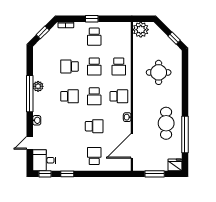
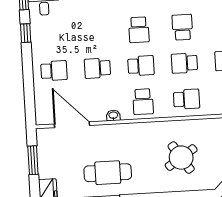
school desk: (119, 66) -> (186, 99), turned 180
round table: (159, 72) -> (181, 158), turned -33
school desk: (94, 96) -> (141, 66), turned 180
school desk: (94, 126) -> (97, 68), turned 90

